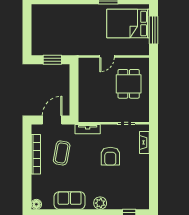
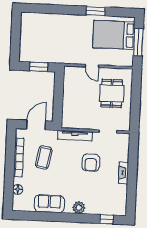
door: (107, 57) -> (92, 66), hinge flipped
tv unit: (88, 129) -> (75, 136), width x1.41
fireplace: (144, 142) -> (123, 173), moved
floor lamp: (36, 204) -> (18, 189), moved

